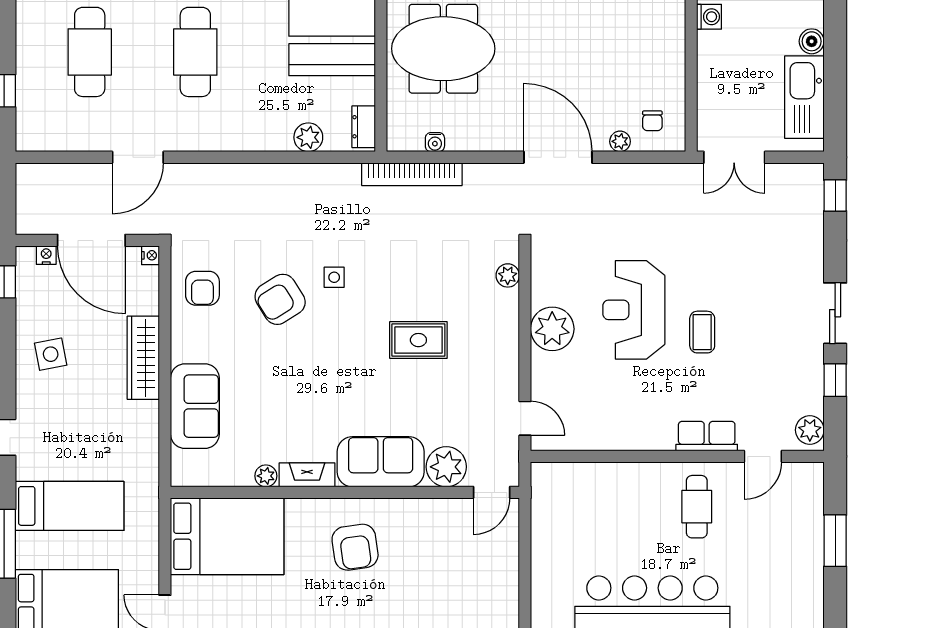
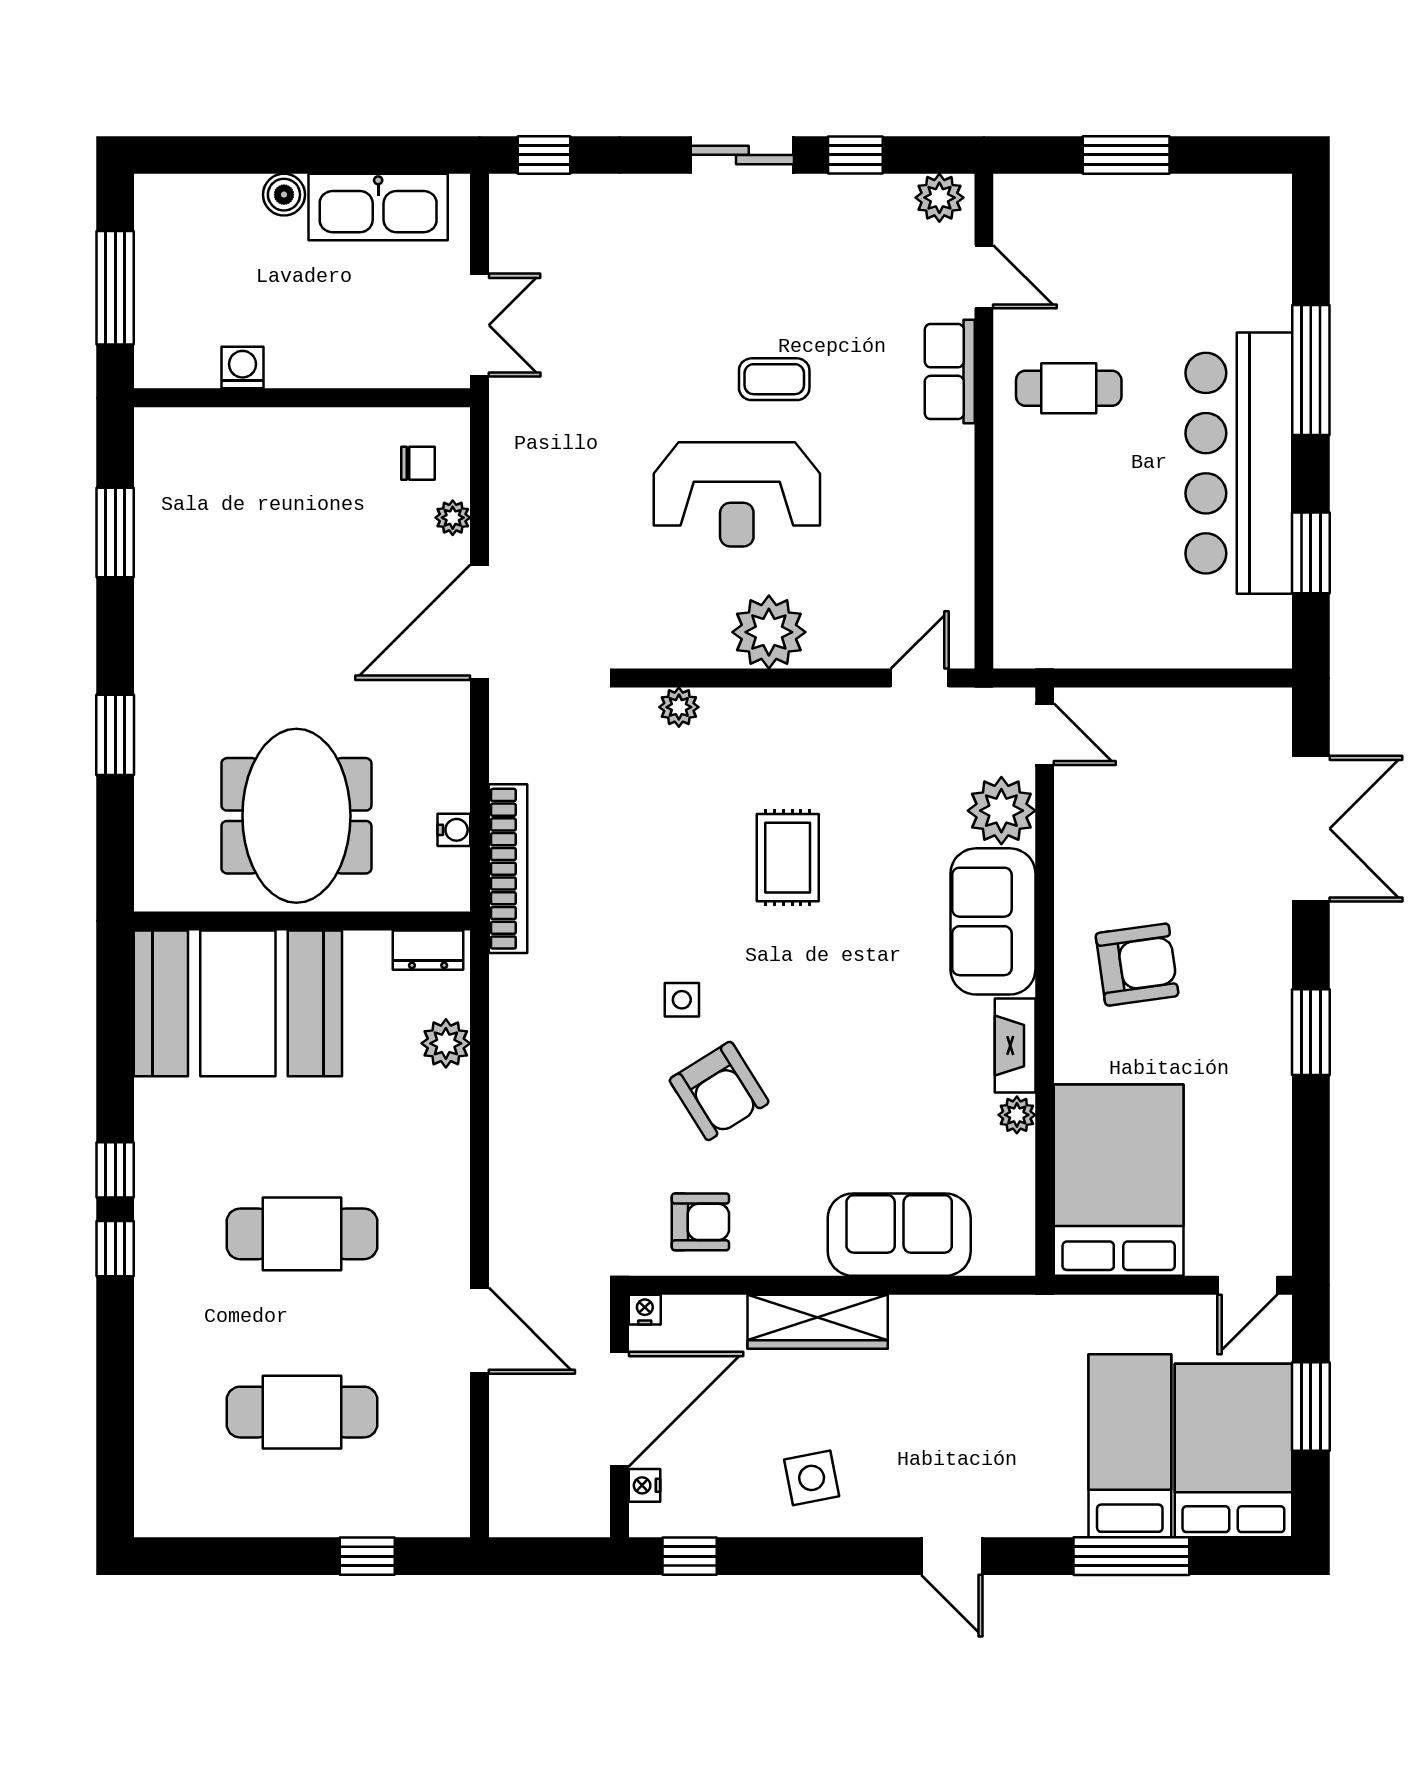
bed: (70, 506) -> (1130, 1446), moved

